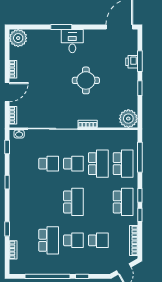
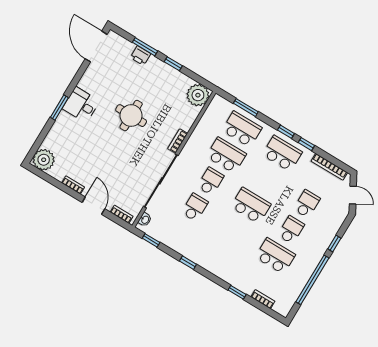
window: (140, 157) -> (246, 108), width x0.69

